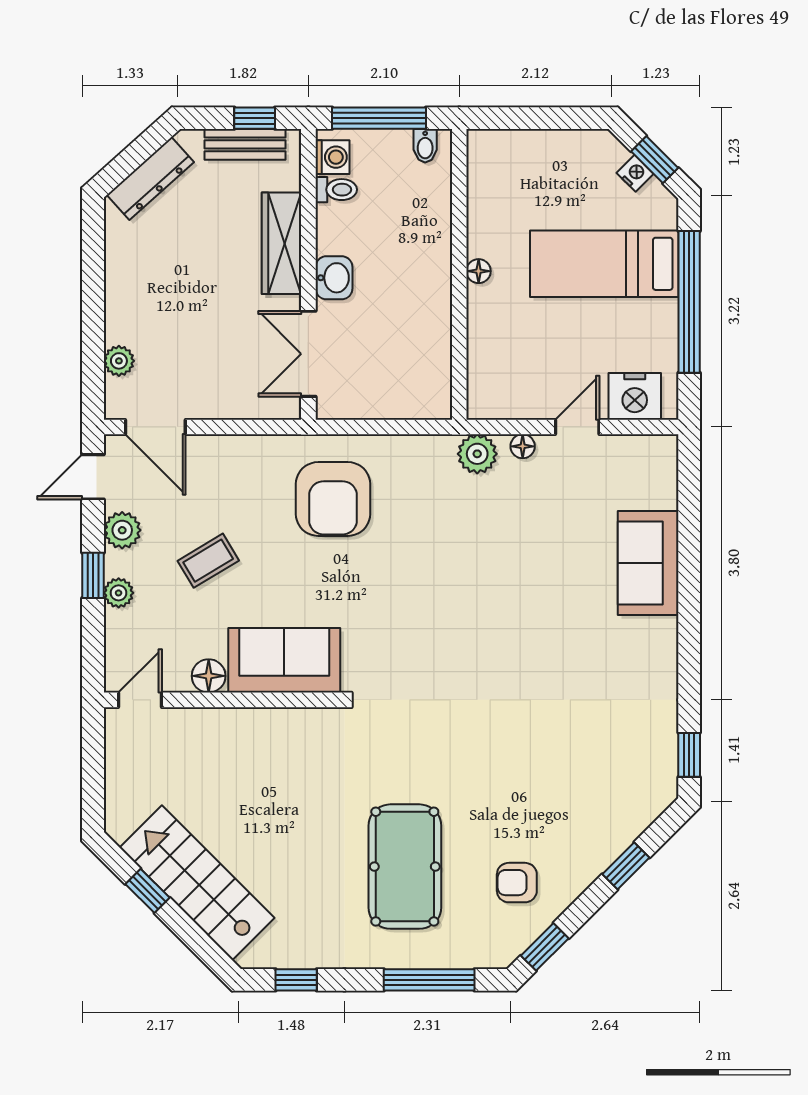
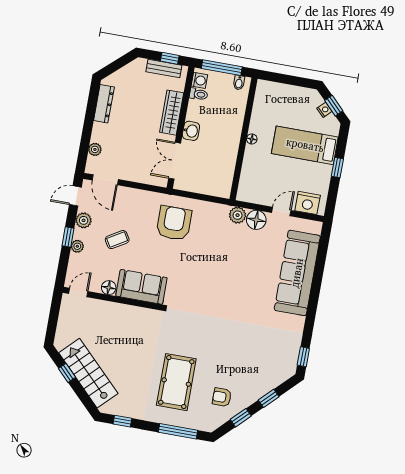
dresser: (150, 179) -> (104, 104), moved, turned -48
window: (689, 302) -> (337, 168), width x0.32
floor lamp: (523, 446) -> (256, 220), width x1.89, depth x1.89
armchair: (333, 499) -> (174, 223), turned 180
sofa: (648, 563) -> (297, 273), width x1.85, depth x1.27
window: (545, 947) -> (241, 418), moved

